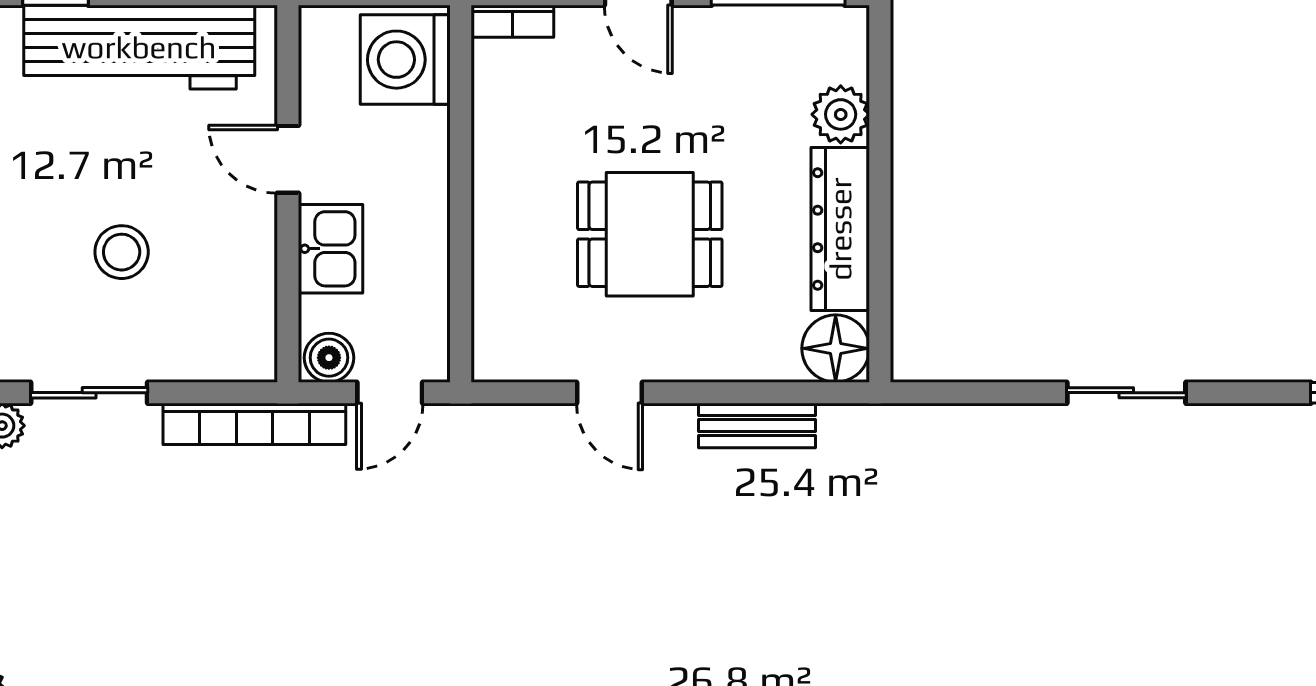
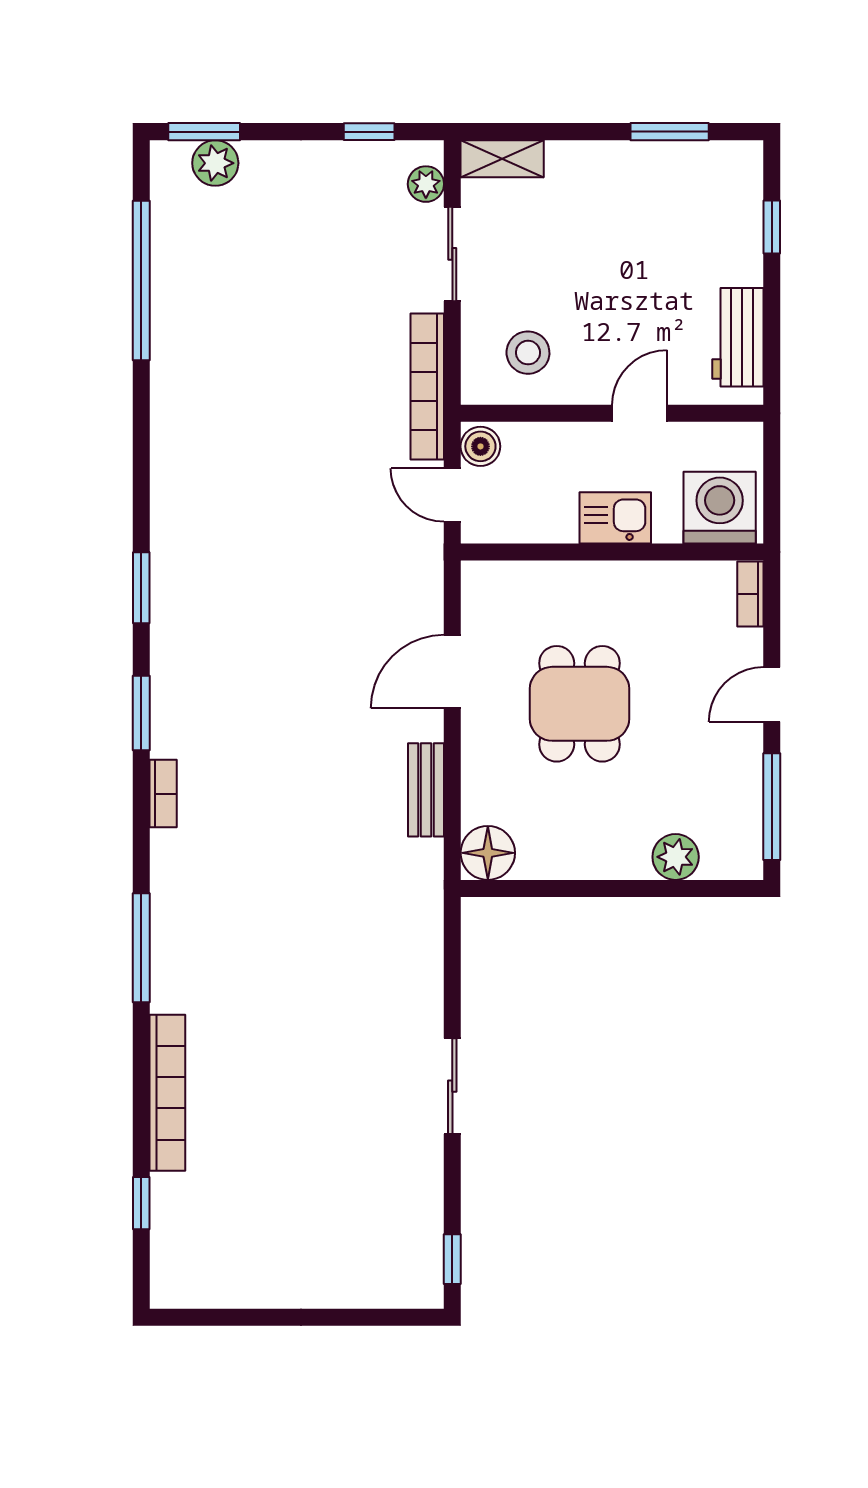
workbench: (139, 47) -> (738, 337), width x0.53, depth x0.76
dresser: (840, 229) -> (584, 857), removed
kitchen sink: (330, 249) -> (615, 518), moved, turned 180
stool: (122, 252) -> (528, 353), moved
door: (610, 393) -> (452, 672), width x1.38

